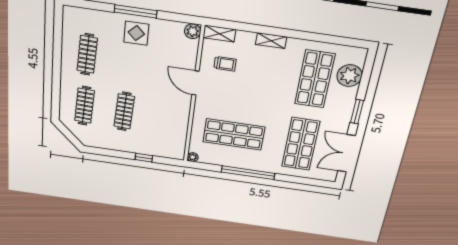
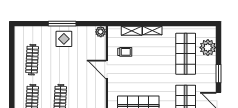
shelving: (219, 34) -> (132, 31), moved

